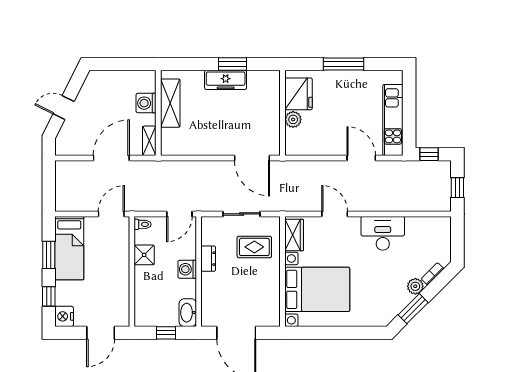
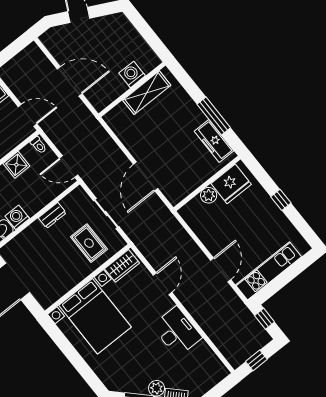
window: (233, 64) -> (214, 116), width x1.44
window: (344, 64) -> (281, 200), width x0.46
freezer: (226, 80) -> (214, 141), moved
shelving: (149, 141) -> (106, 100), removed
door: (252, 158) -> (146, 176), moved
washing machine: (187, 269) -> (17, 217), moved

